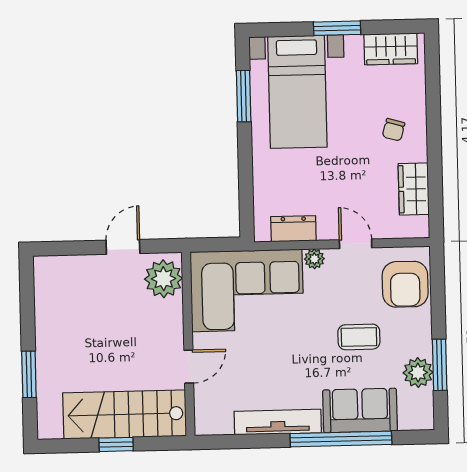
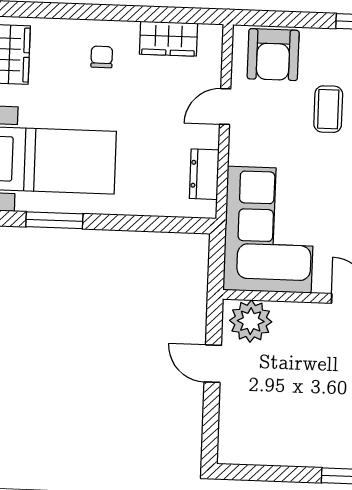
chair: (394, 130) -> (102, 57), turned -106
plant: (314, 259) -> (239, 153), removed
armchair: (405, 284) -> (273, 55), turned 90

